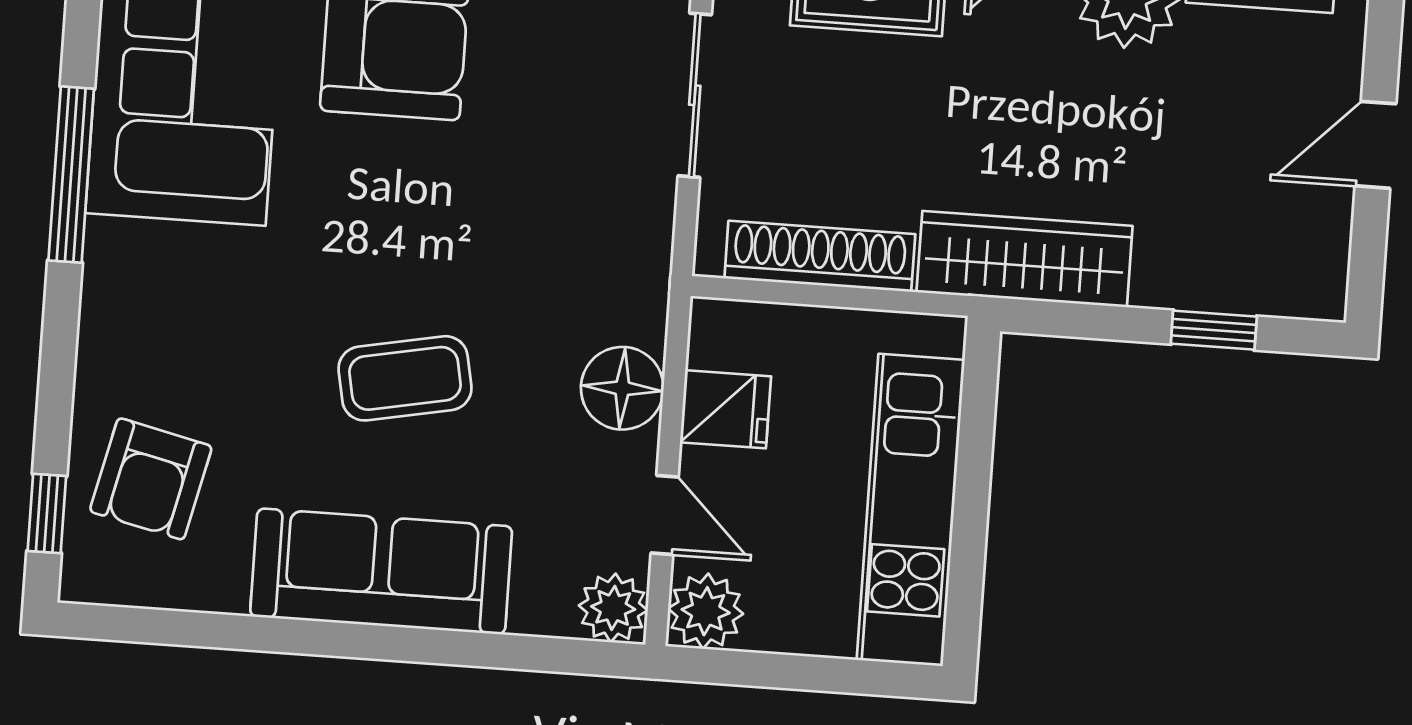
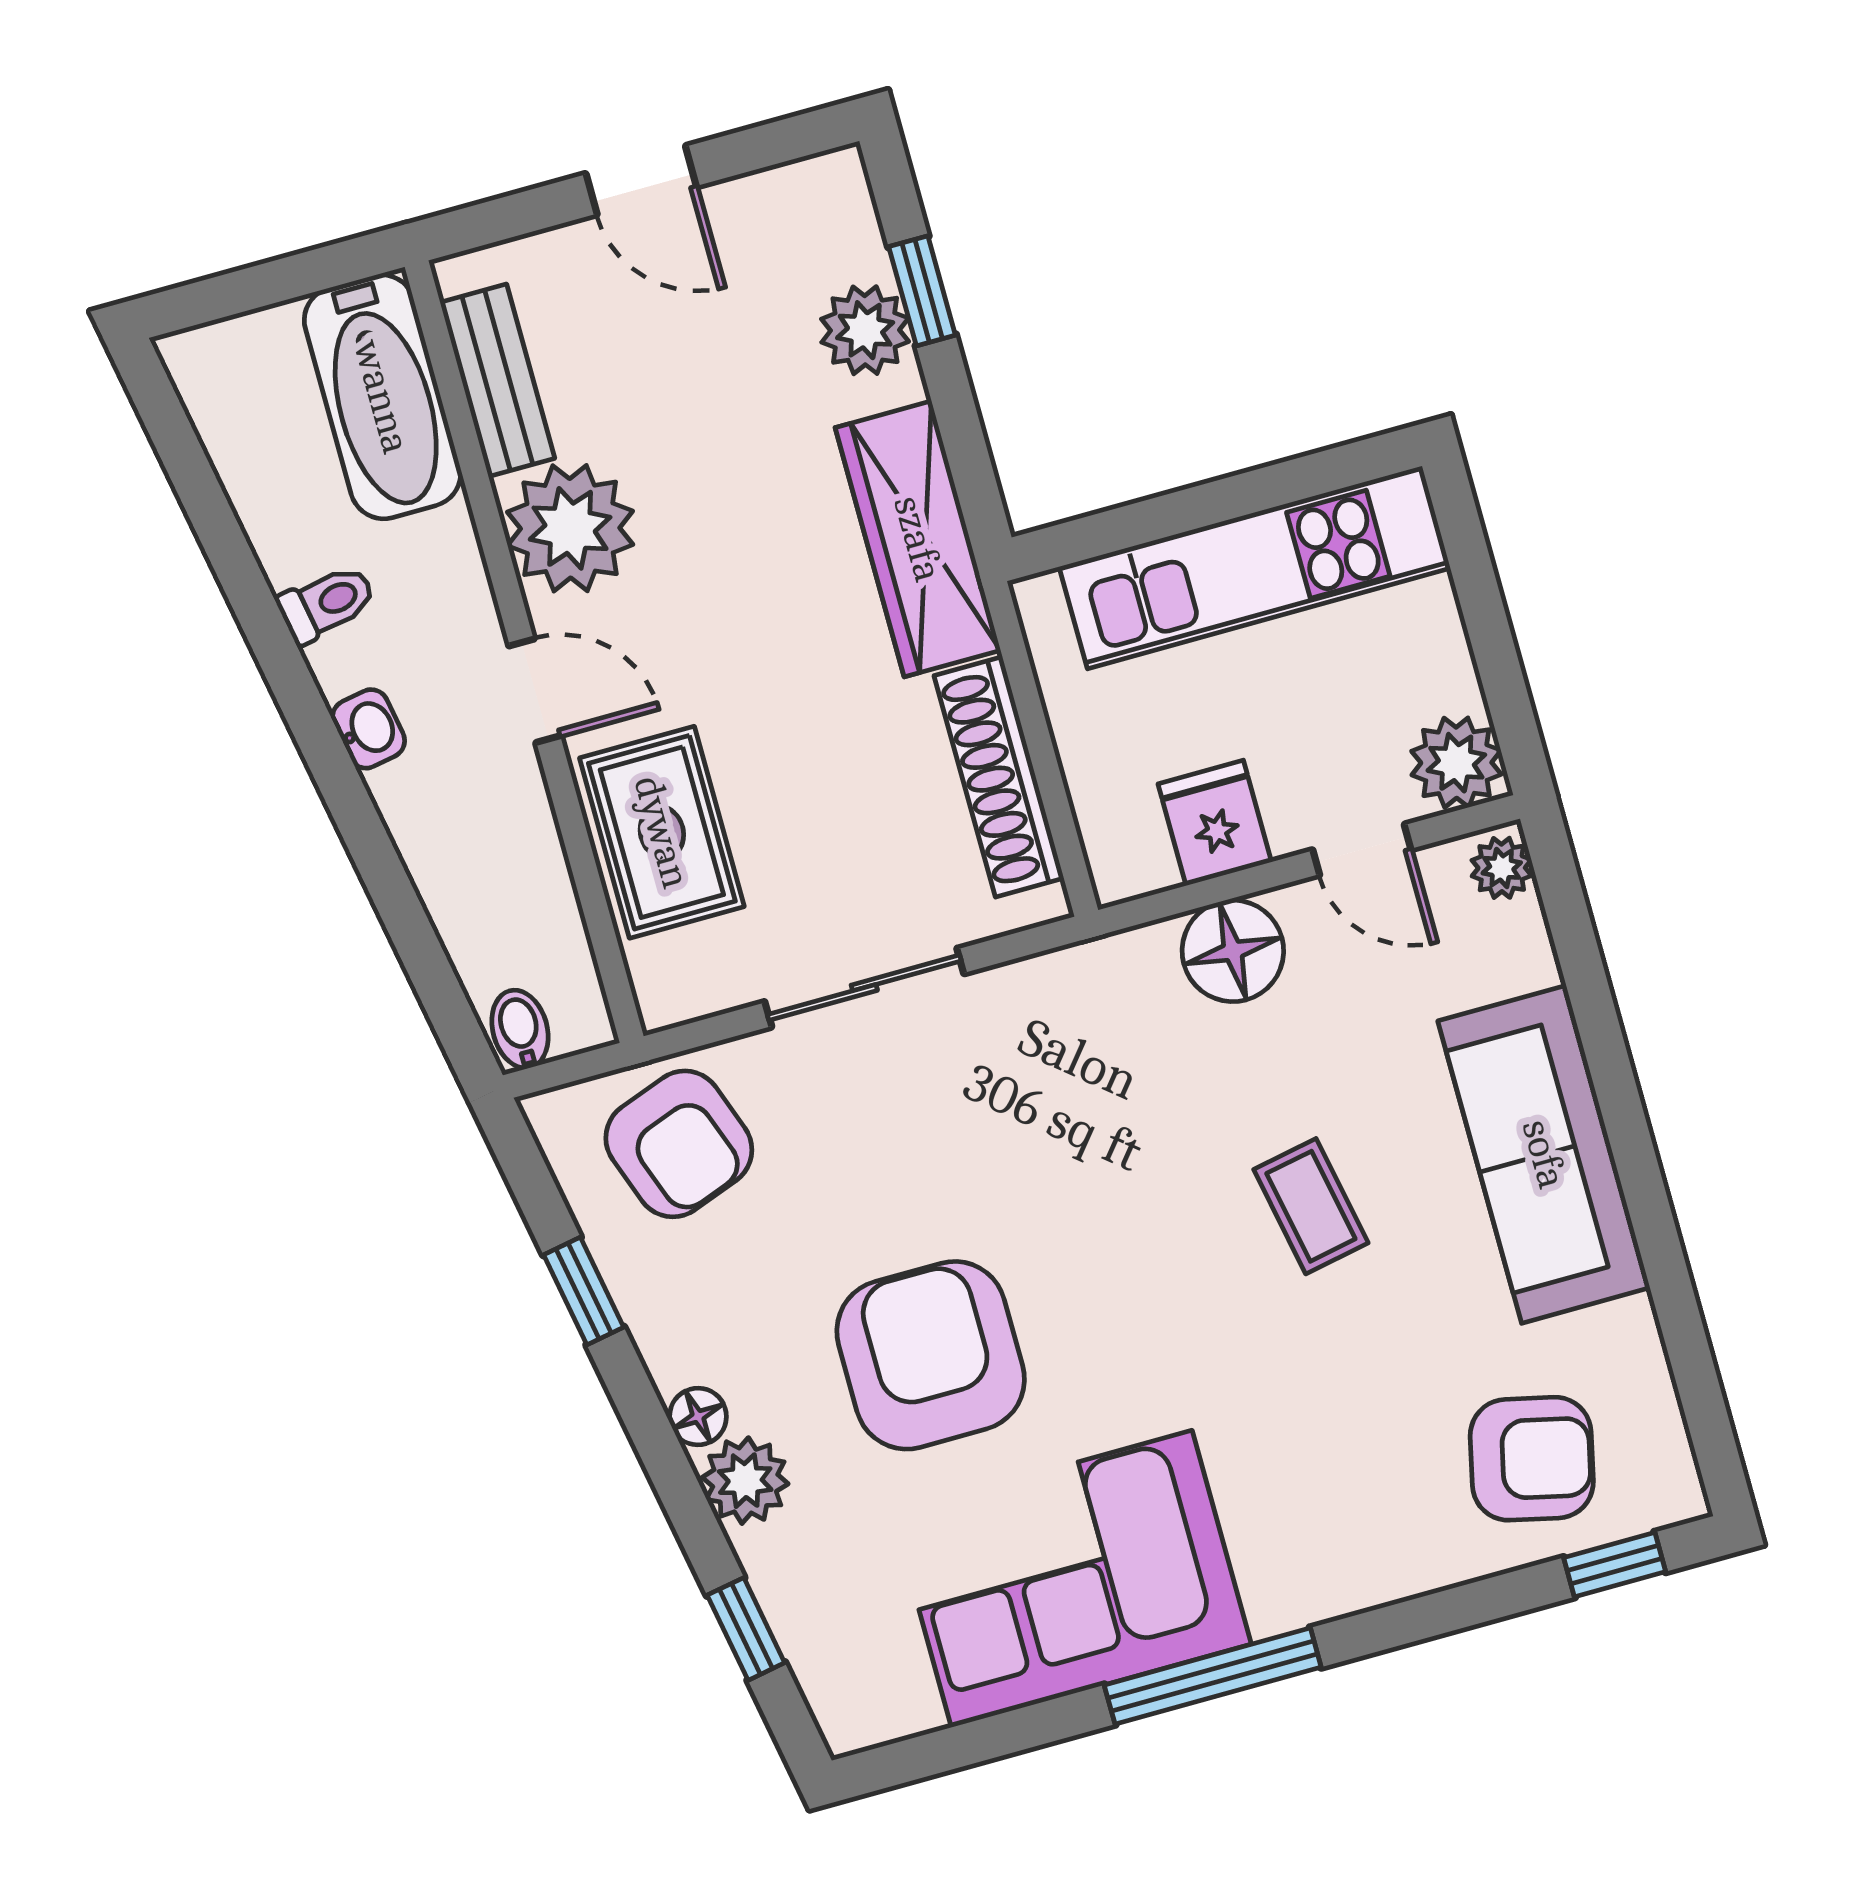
plant: (1199, 276) -> (865, 330), added
coffee table: (405, 378) -> (1311, 1206), width x0.73, depth x0.77
door: (665, 515) -> (1362, 850), swing flipped
plant: (613, 608) -> (1502, 868), width x0.73, depth x0.73

